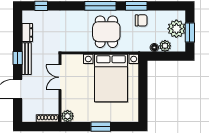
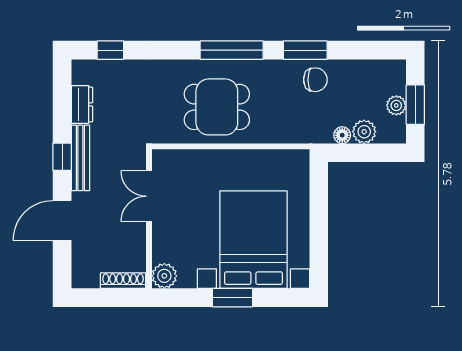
plant: (176, 29) -> (396, 105), width x0.53, depth x0.53
dining table: (106, 32) -> (217, 107), moved, turned 90
bed with nightstands: (111, 78) -> (253, 240), moved, turned 180

